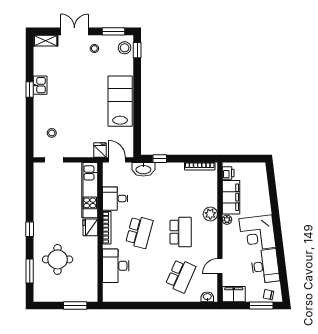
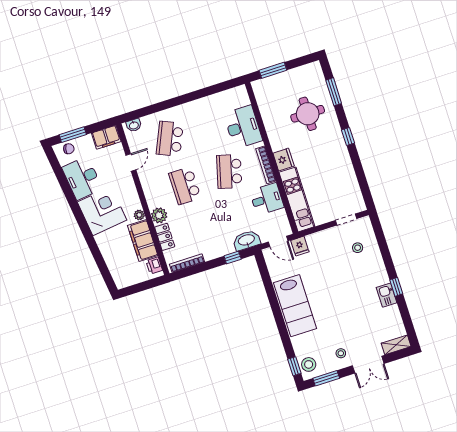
locker: (211, 194) -> (165, 237), added

